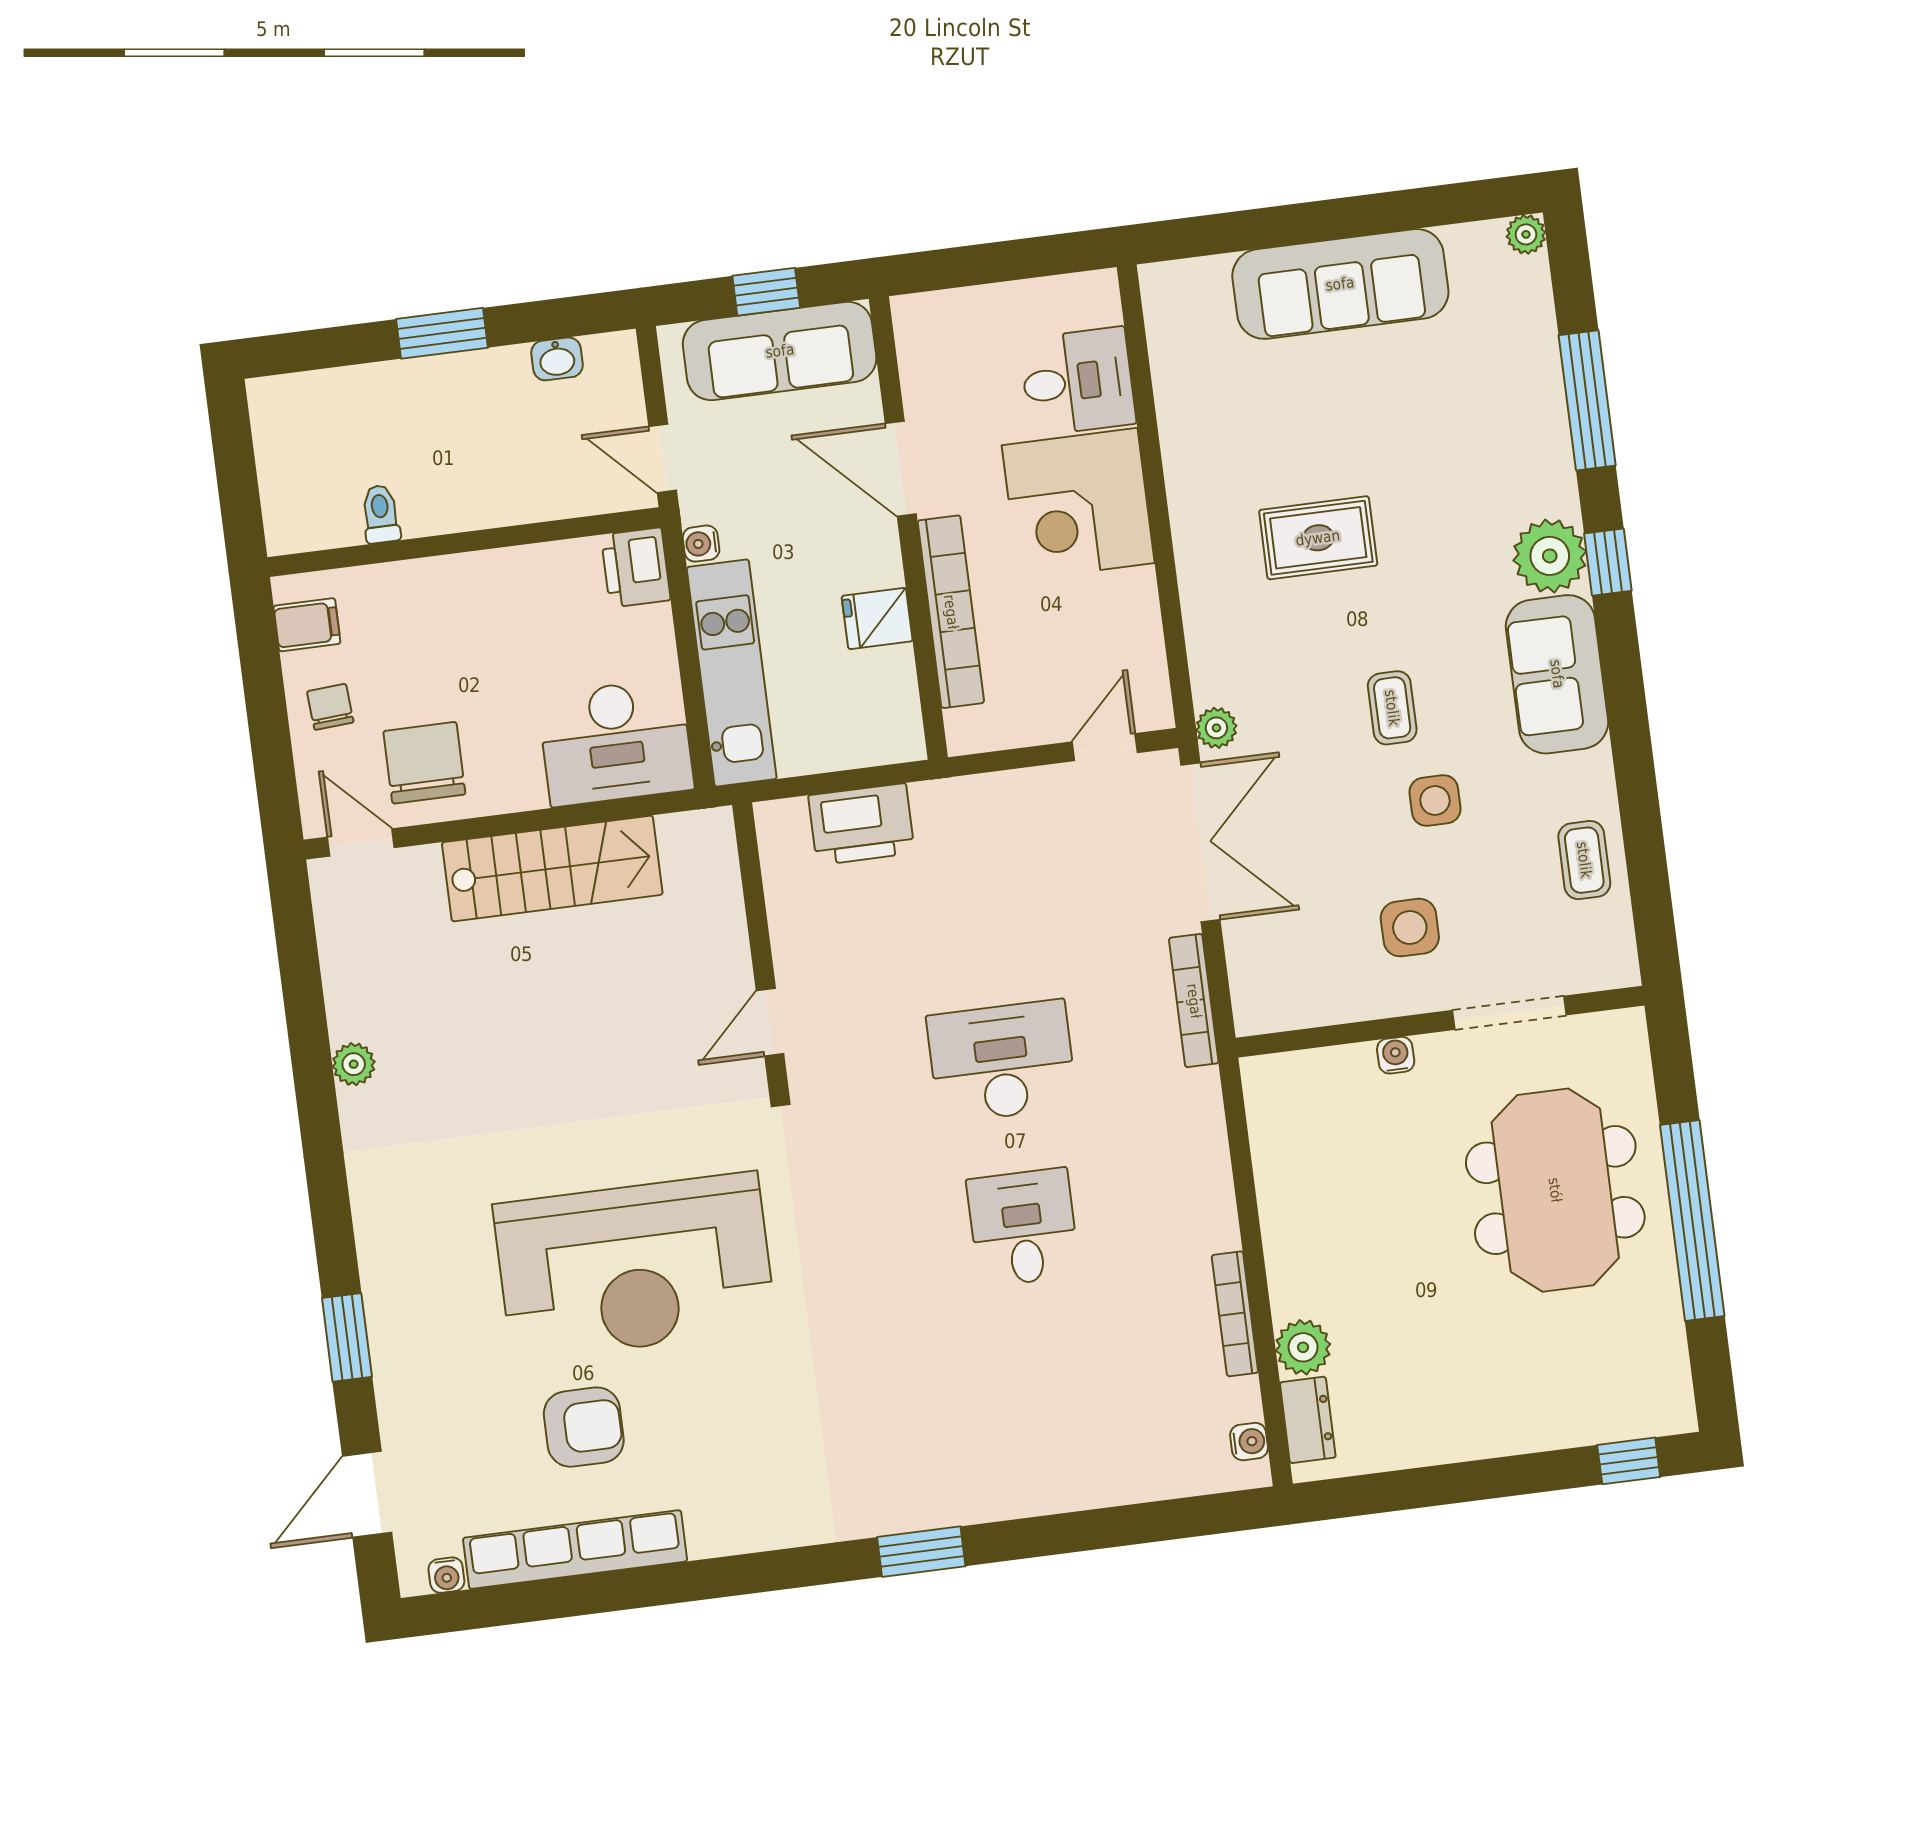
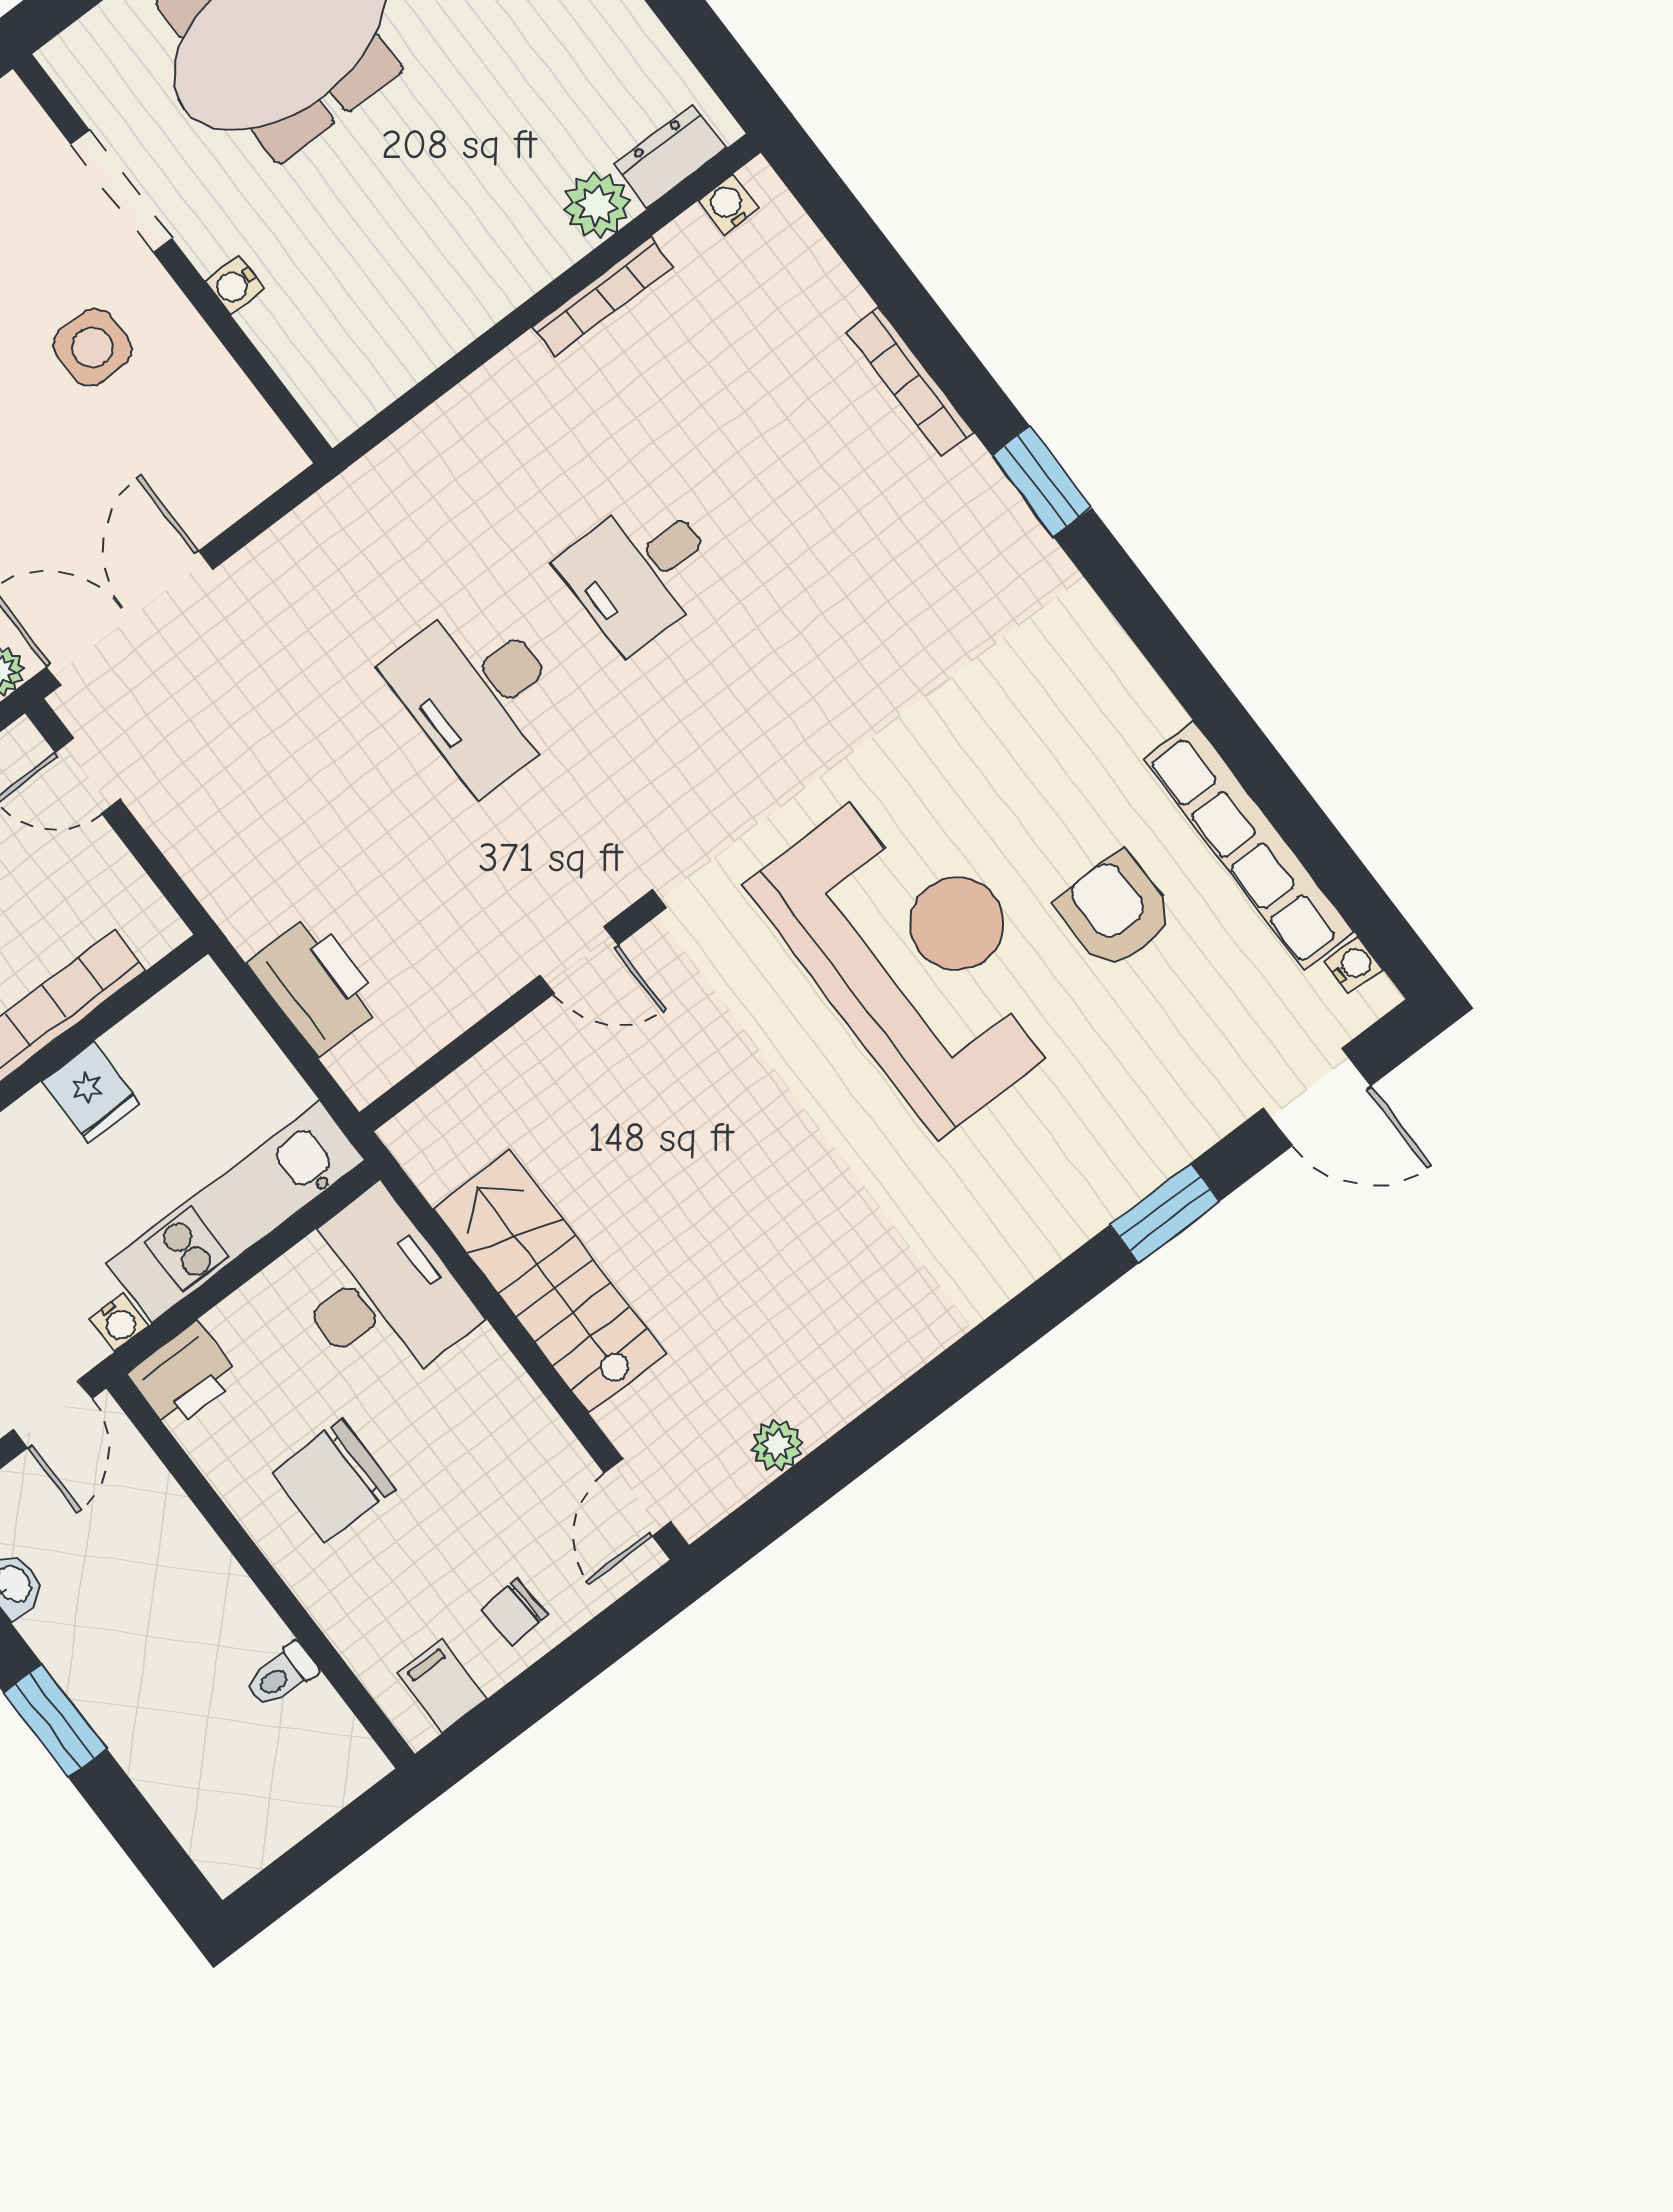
chair: (424, 763) -> (333, 1481), moved
bookcase: (1194, 1001) -> (910, 382), moved, turned 90
plant: (354, 1064) -> (777, 1445), moved

